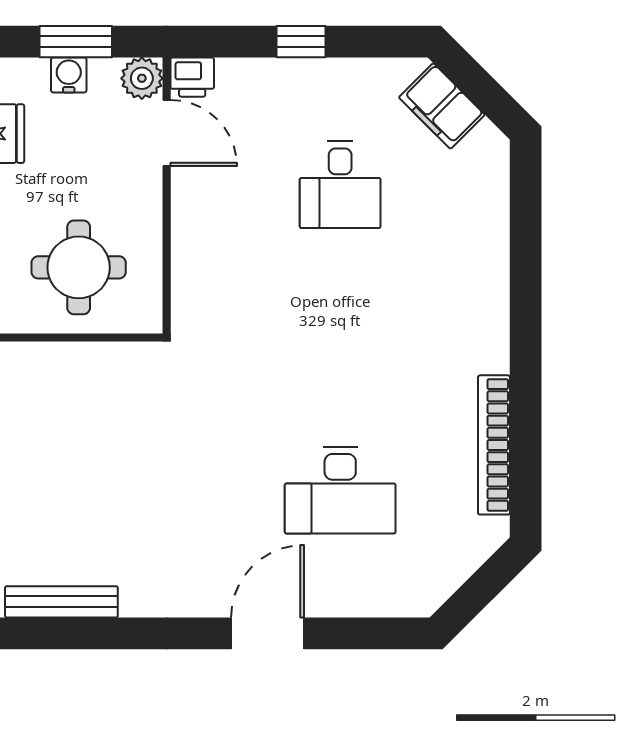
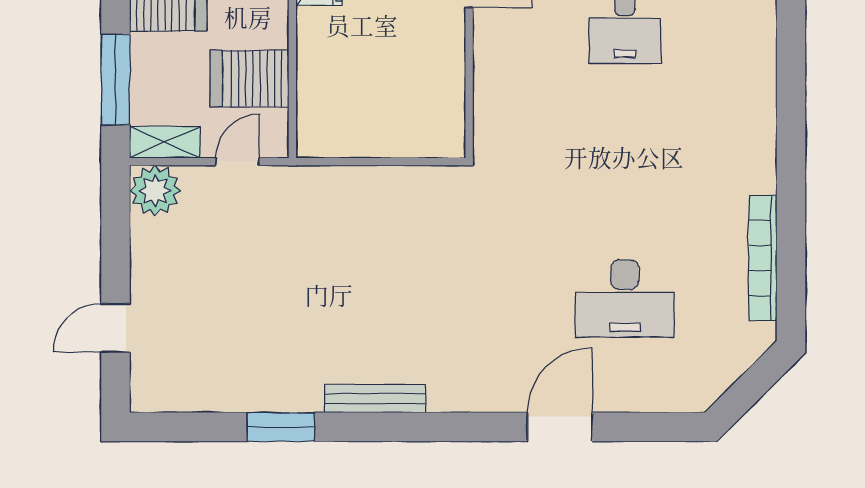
round table: (79, 267) -> (390, 99), removed

